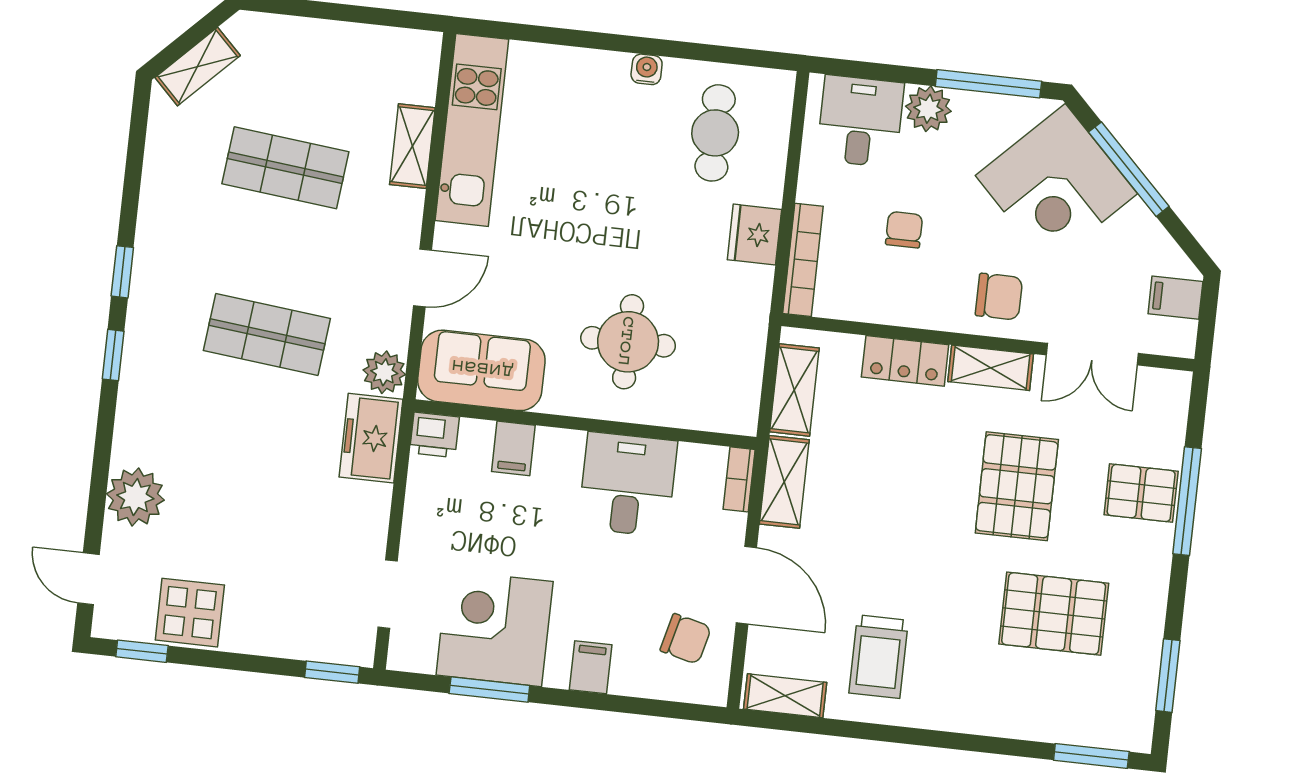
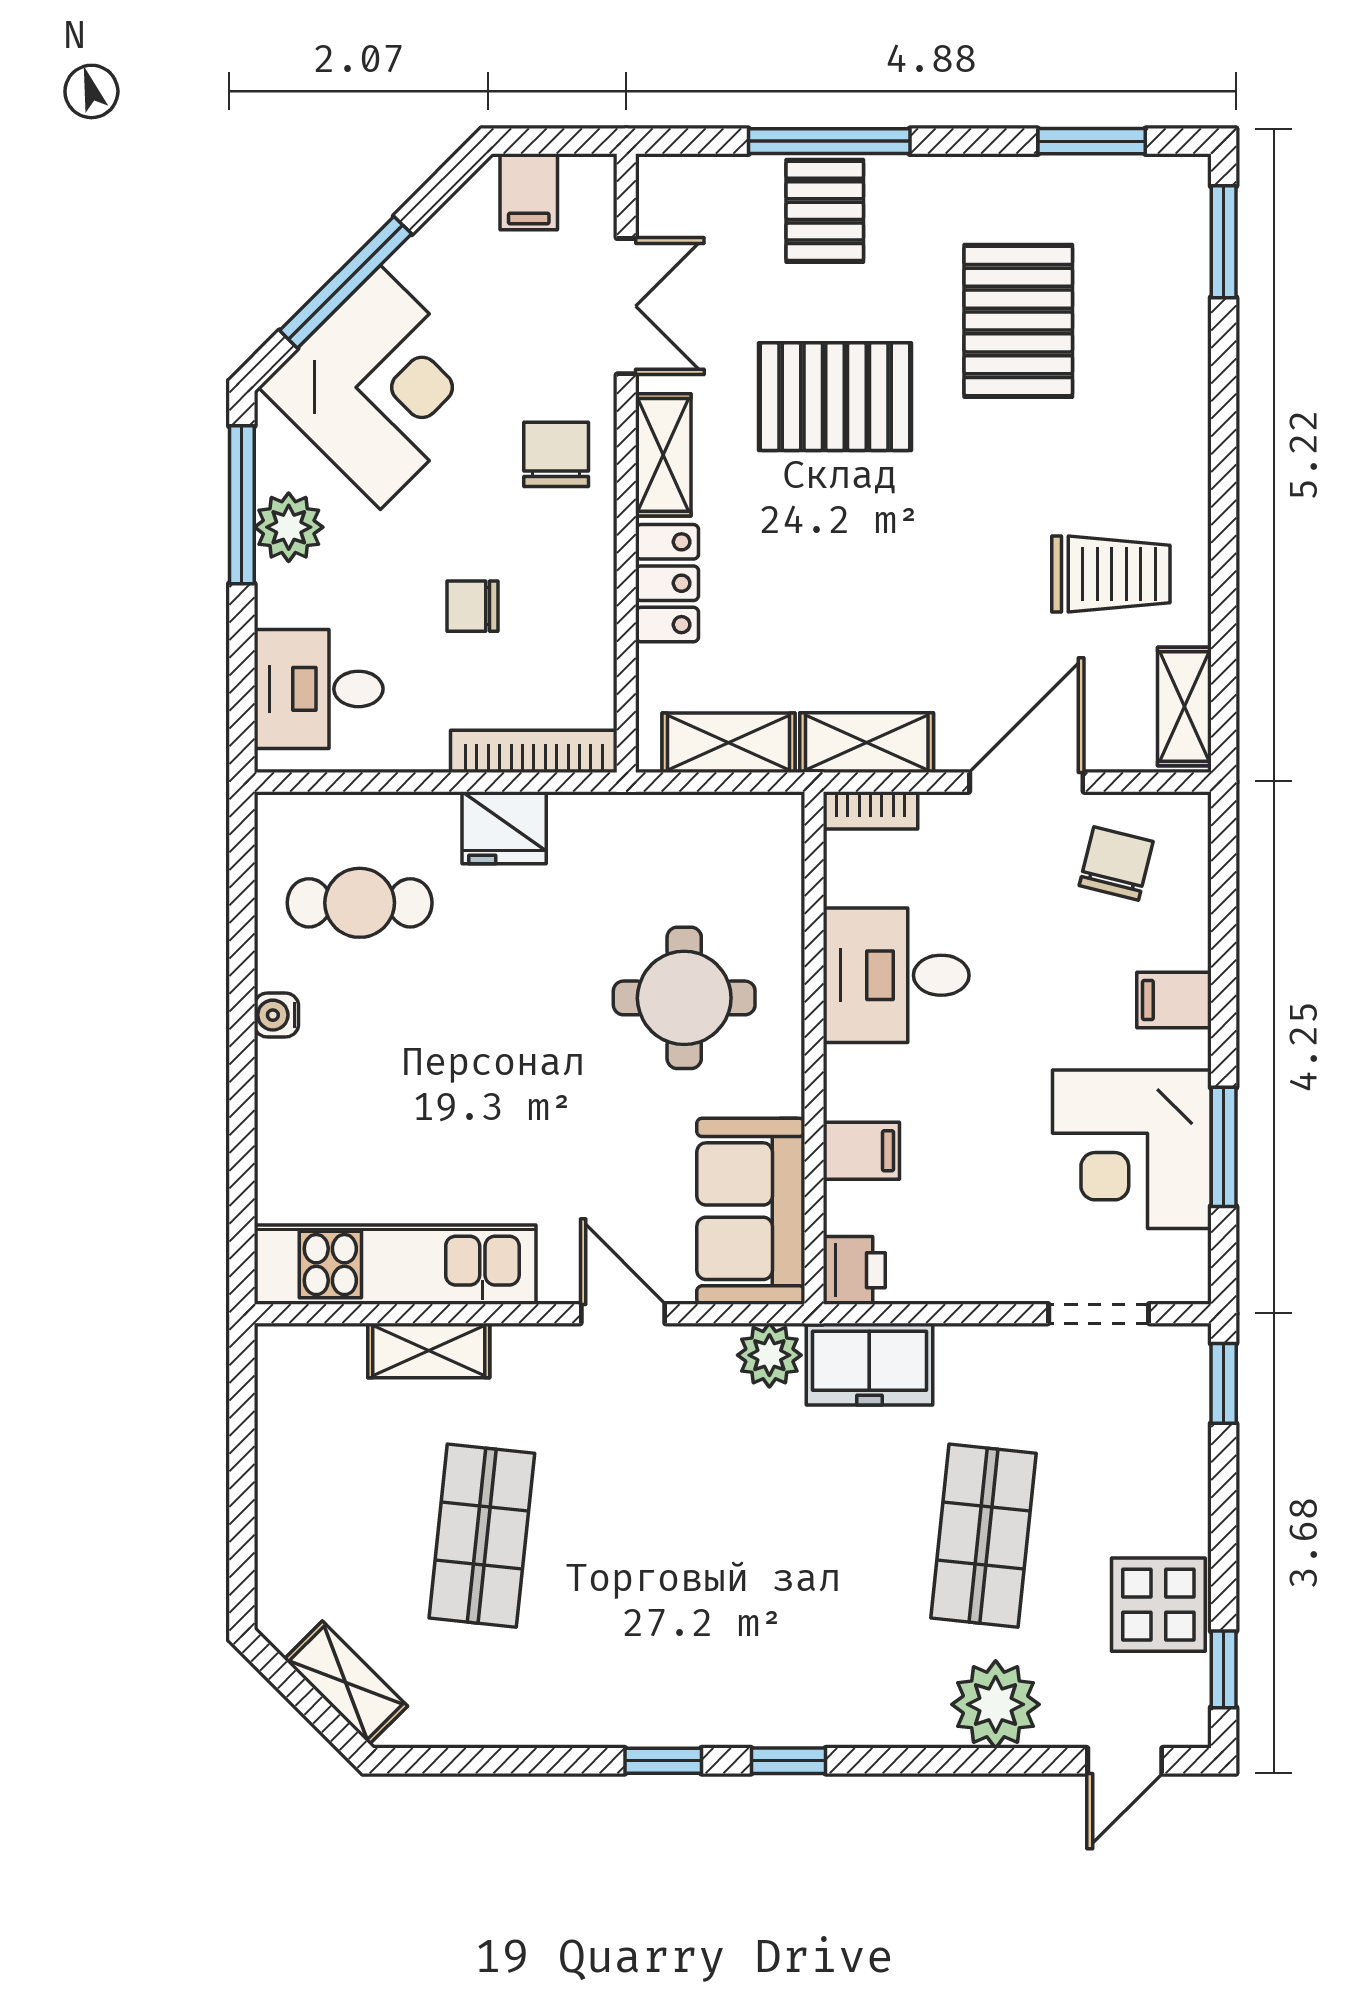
plant: (928, 109) -> (289, 527), moved
shop shelf: (267, 335) -> (983, 1536), moved

